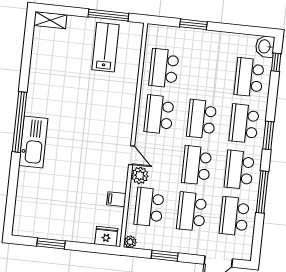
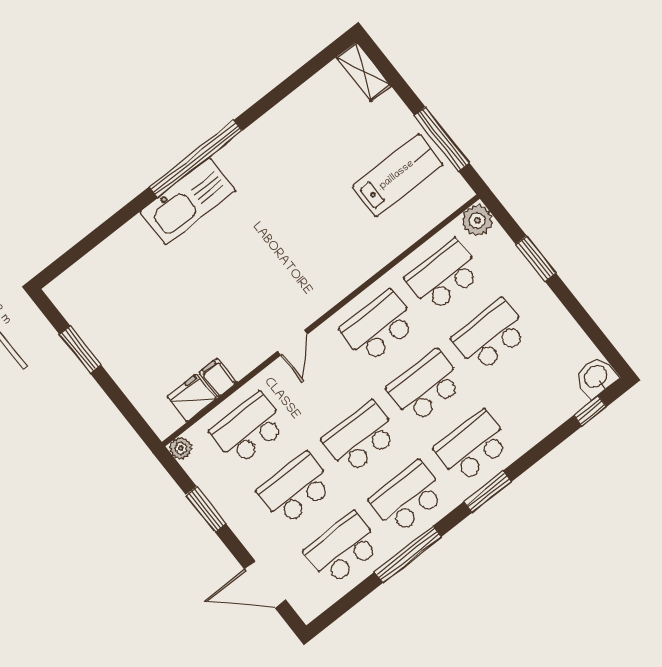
school desk: (249, 77) -> (491, 335), moved
plant: (140, 175) -> (477, 220), moved
fridge: (106, 236) -> (192, 398), moved, turned -90

